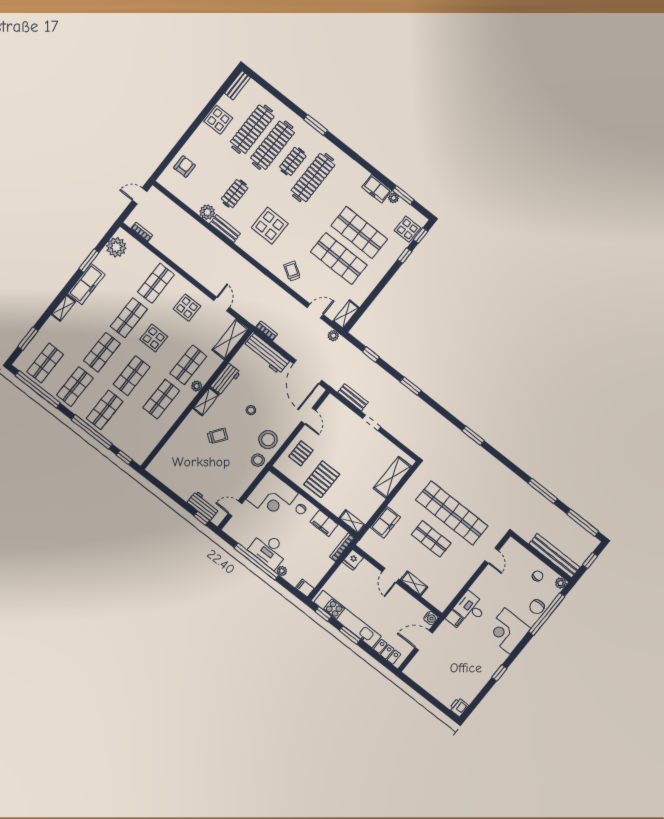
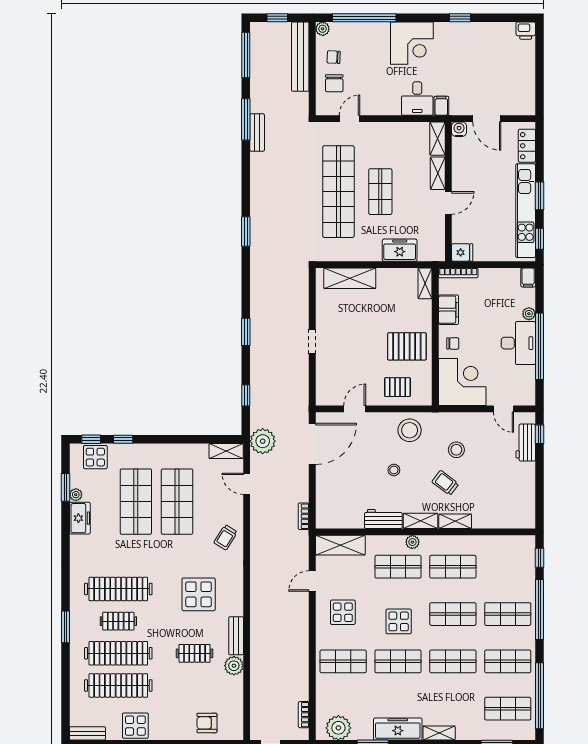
plant: (333, 336) -> (263, 441), width x1.88, depth x1.88
workbench: (266, 354) -> (326, 499), removed
bench: (353, 397) -> (257, 133), moved
shelving: (189, 423) -> (455, 521), added
stool: (258, 460) -> (456, 450), moved
shelving: (436, 600) -> (438, 139), added
chair: (537, 607) -> (334, 83), moved, turned 90

